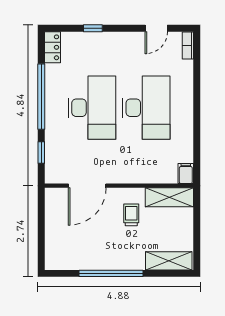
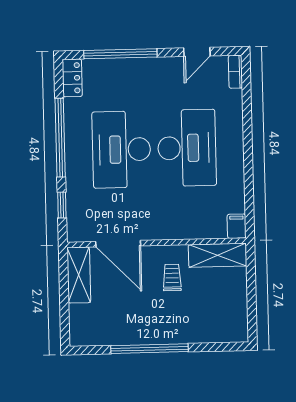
window: (93, 28) -> (120, 54), width x3.17
desk: (92, 108) -> (121, 149), turned 180
door: (87, 186) -> (118, 244), hinge flipped
shelving: (169, 261) -> (79, 275), moved, turned 90

